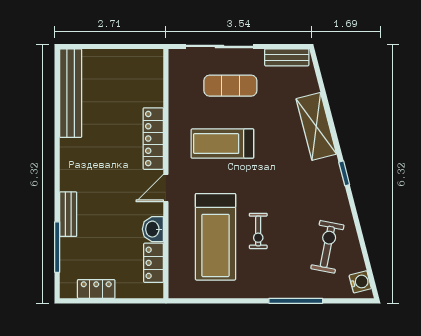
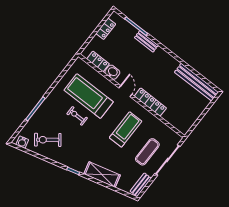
exercise bike: (327, 247) -> (48, 140), turned 132

